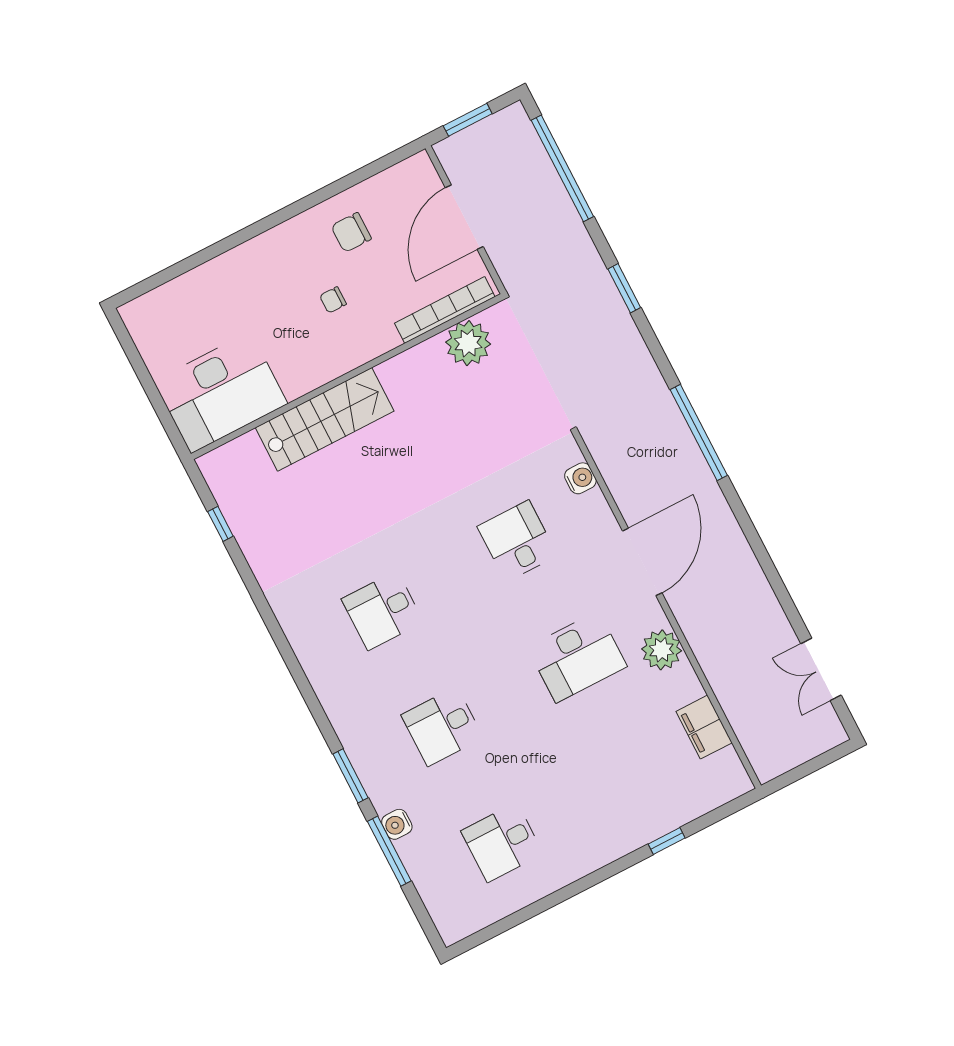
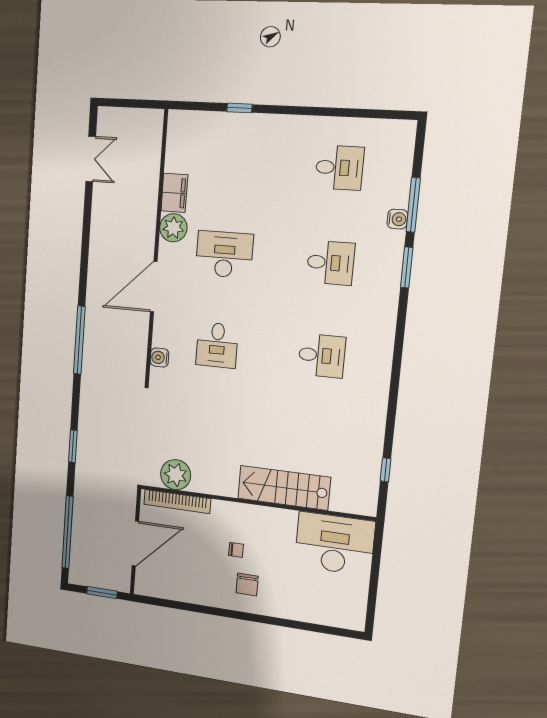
chair: (351, 232) -> (247, 584), moved, turned 90
filing cabinet: (704, 727) -> (174, 193), moved

